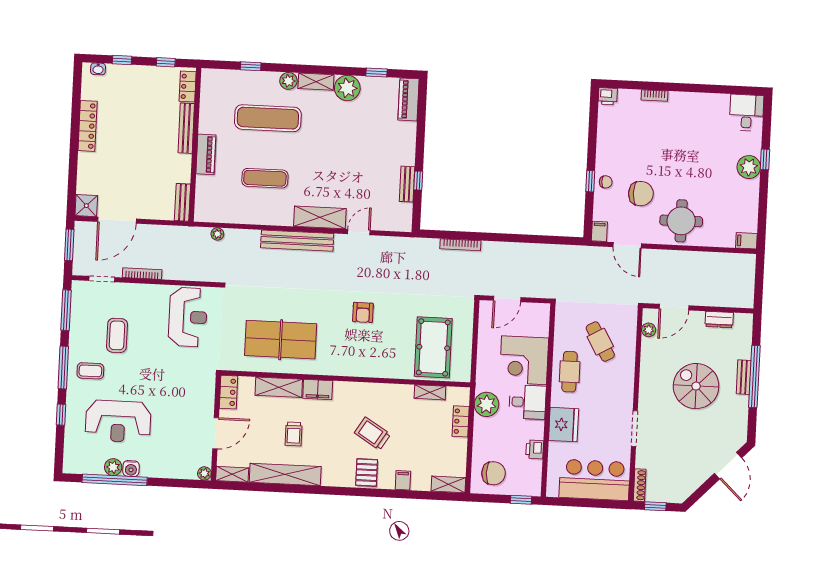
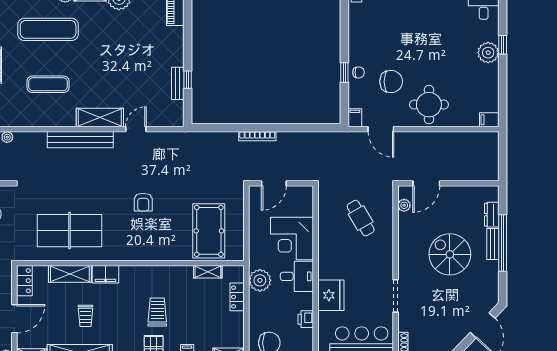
bookcase: (460, 245) -> (257, 136), moved
dresser: (719, 320) -> (492, 215), moved, turned 90
cafe table: (570, 372) -> (334, 247), removed
trolley: (372, 434) -> (157, 312), turned 58

